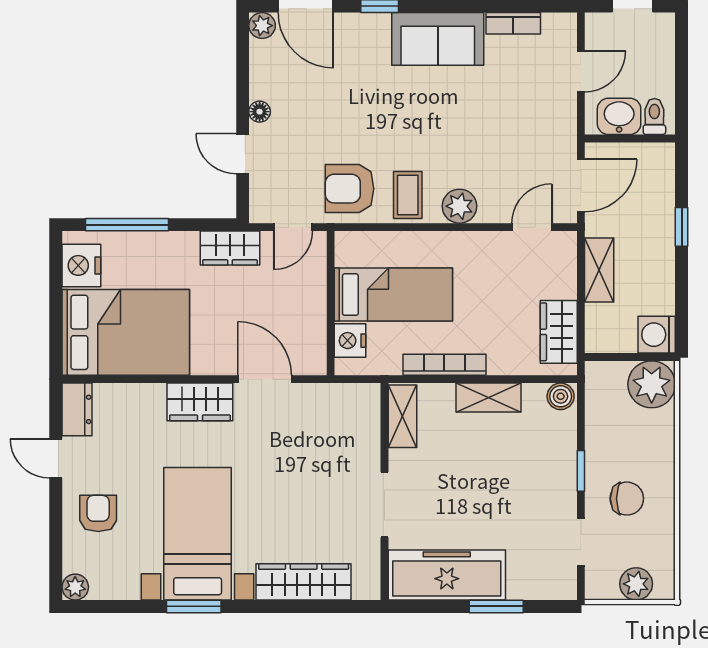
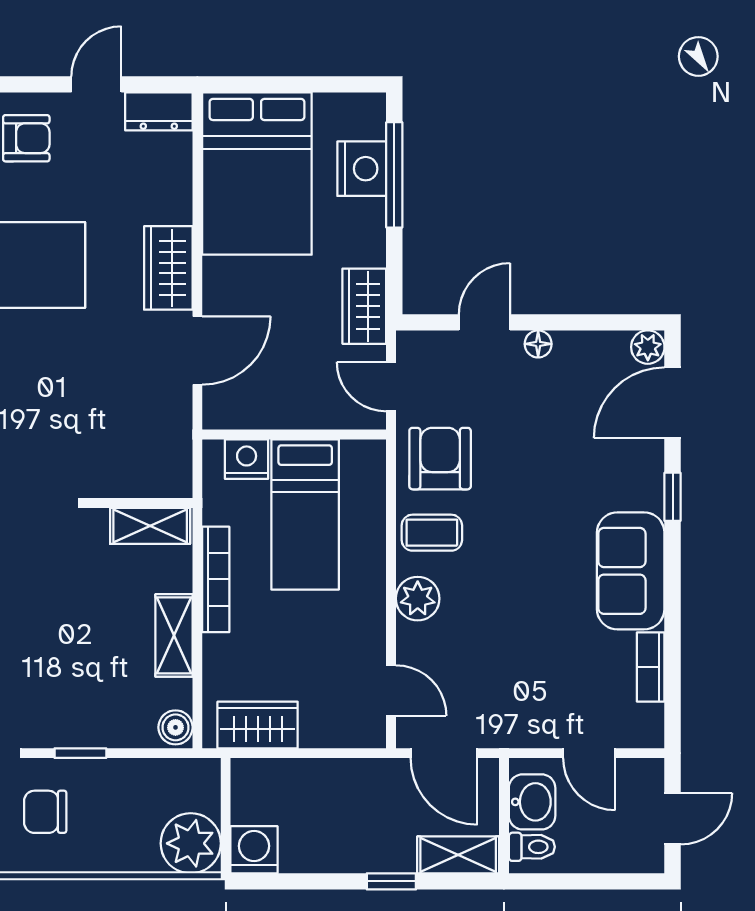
nightstand: (81, 265) -> (362, 169), moved, turned 90
shelving: (599, 270) -> (458, 855), moved
chair: (627, 499) -> (45, 812), turned 90

